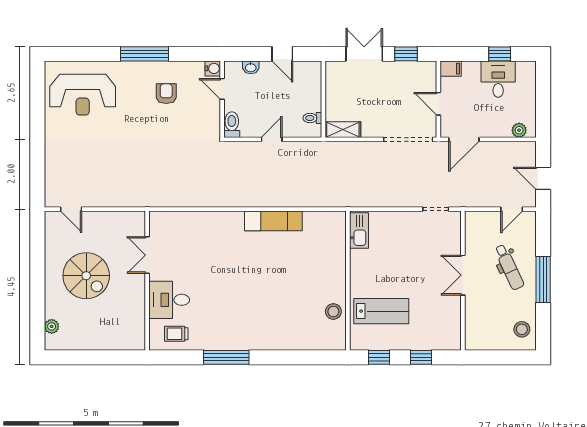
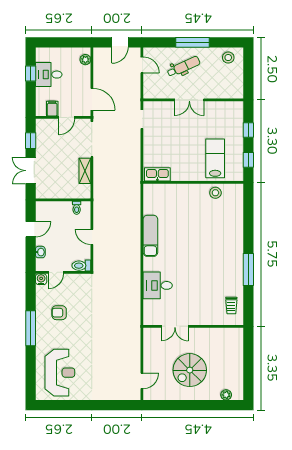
filing cabinet: (451, 69) -> (52, 109), moved
shelving: (343, 130) -> (85, 171), moved
spiral stairs: (86, 276) -> (190, 370), turned 180
desk: (169, 300) -> (158, 285), moved, turned 90

